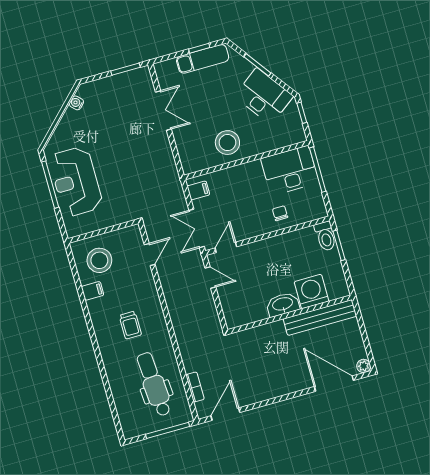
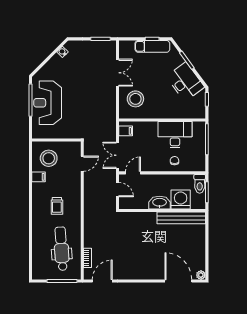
stool: (227, 143) -> (135, 99), moved
desk: (290, 170) -> (175, 135), moved
washing machine: (311, 291) -> (181, 200), moved
washbasin: (283, 304) -> (160, 203), moved
wall: (290, 315) -> (162, 210), moved
bench: (320, 317) -> (181, 218), moved

